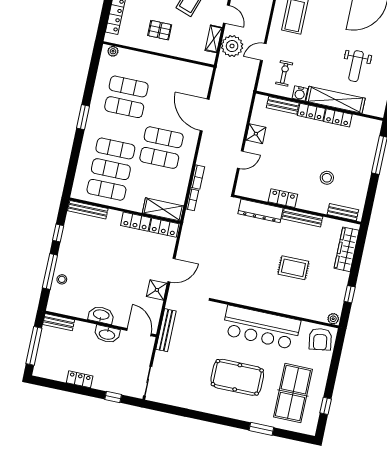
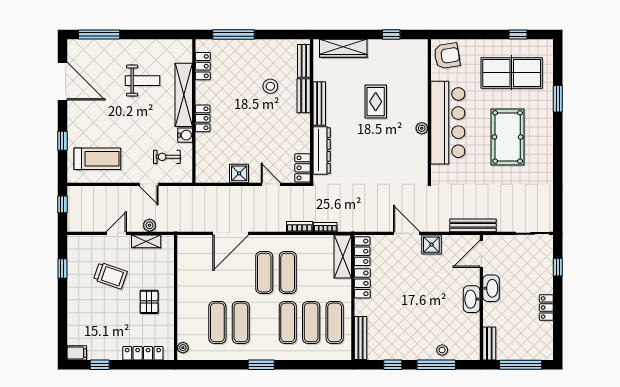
plant: (232, 46) -> (149, 225), width x0.53, depth x0.53
bench: (283, 105) -> (304, 96), moved
locker: (338, 118) -> (203, 66), moved
locker: (283, 198) -> (303, 168), moved
plant: (333, 319) -> (422, 128), moved

